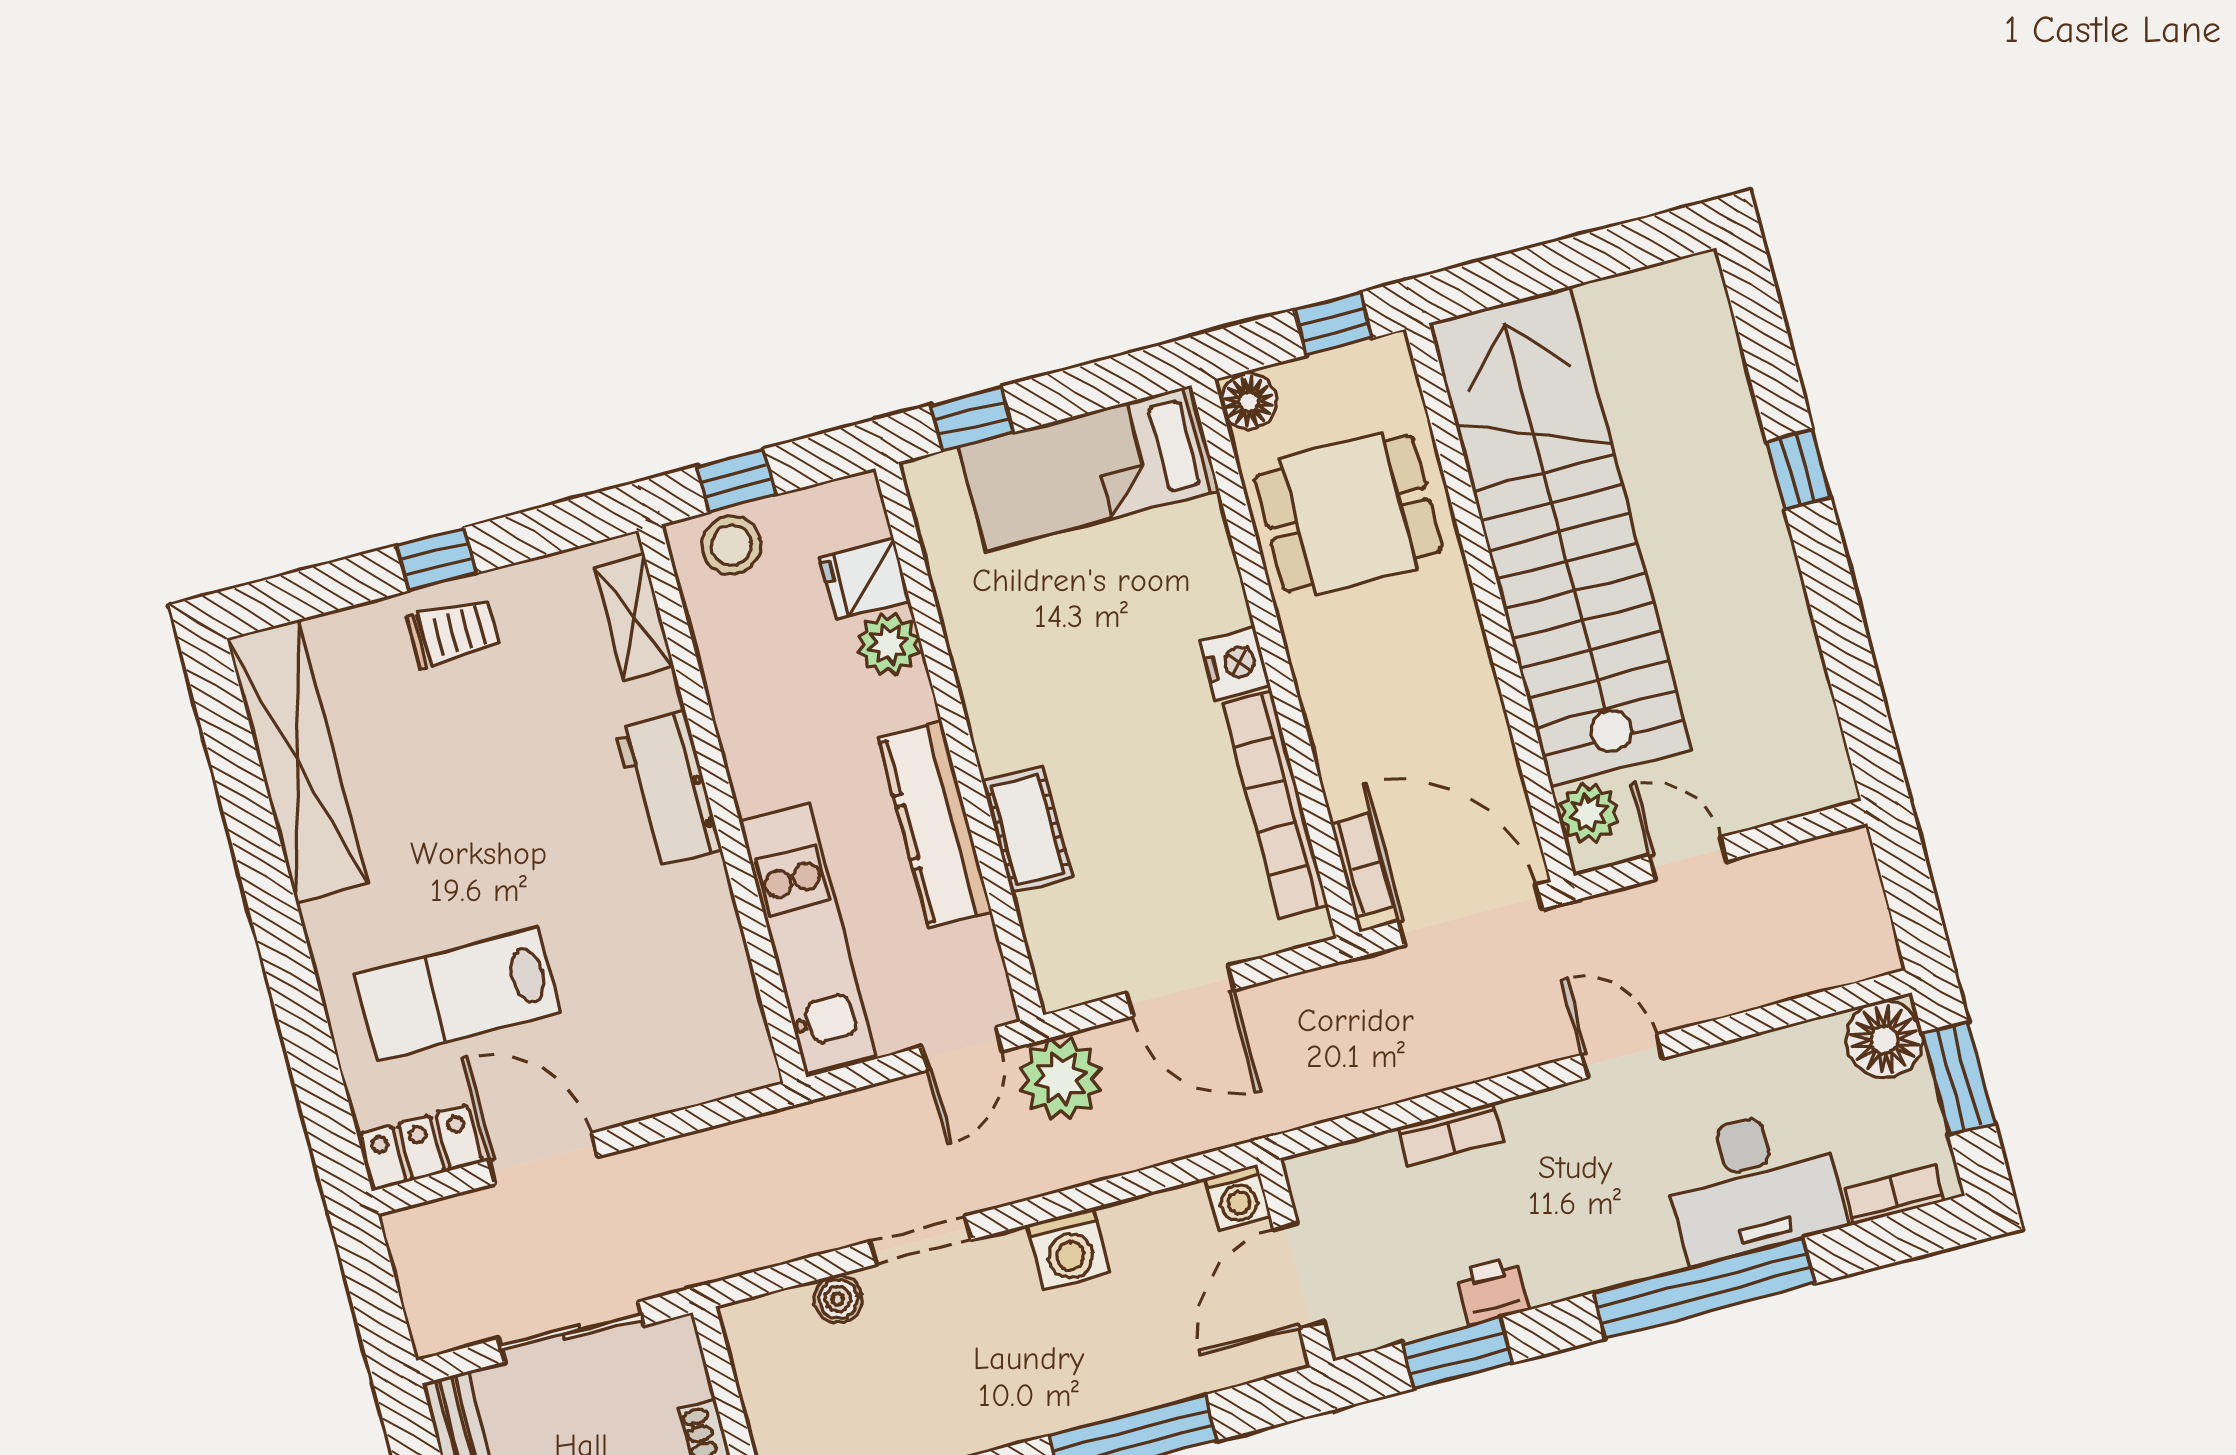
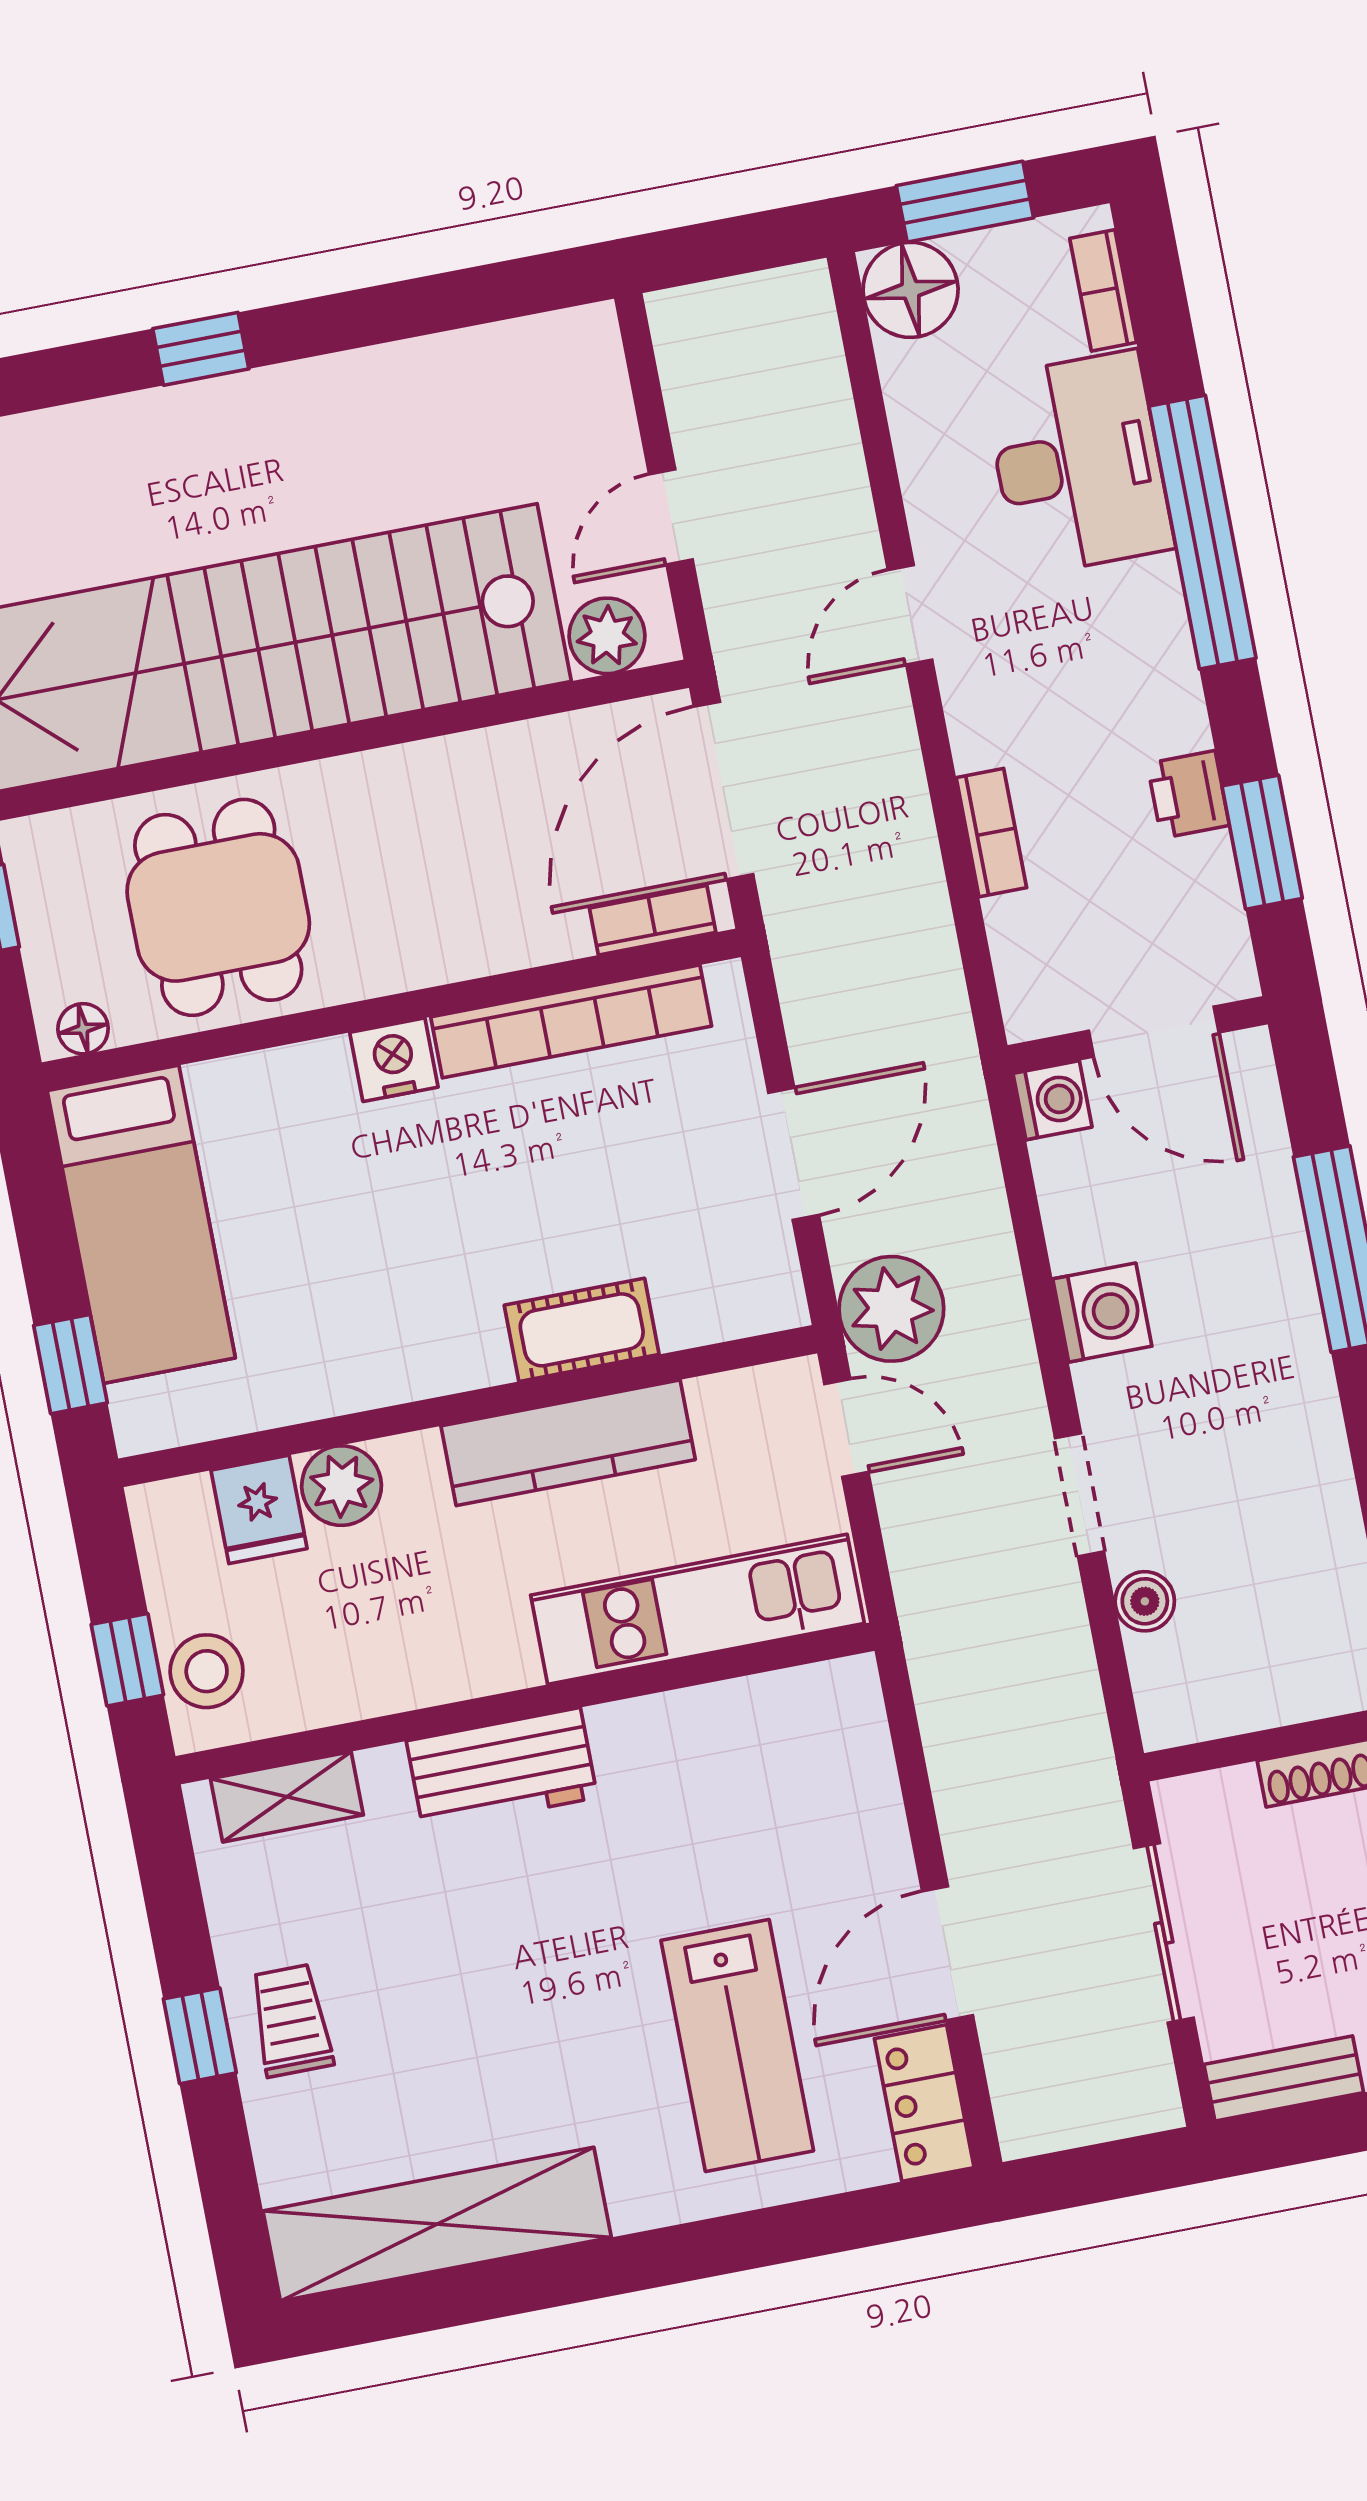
floor lamp: (1249, 402) -> (83, 1029), width x0.73, depth x0.73

